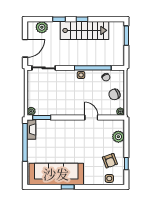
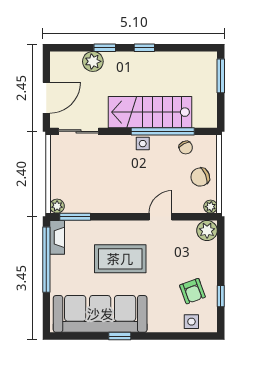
plant: (42, 27) -> (93, 61), moved
stairs: (85, 30) -> (150, 112), moved, turned 180
door: (91, 118) -> (161, 217), hinge flipped
plant: (118, 137) -> (207, 231), moved
coffee table: (68, 142) -> (120, 259), added

